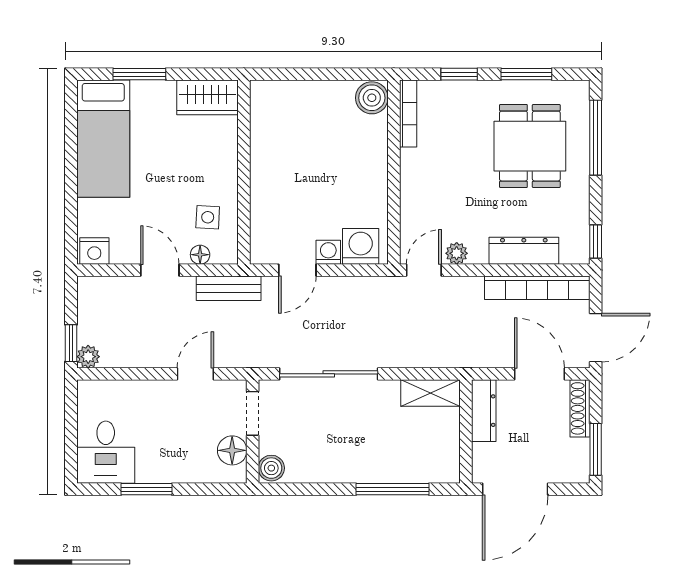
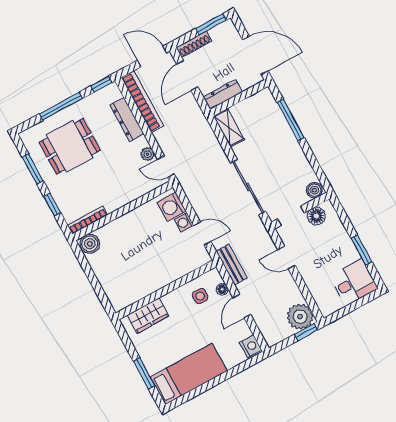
wardrobe: (207, 97) -> (148, 316), moved, turned 90
window: (596, 138) -> (61, 106), moved
plant: (88, 357) -> (300, 317), width x1.88, depth x1.88

